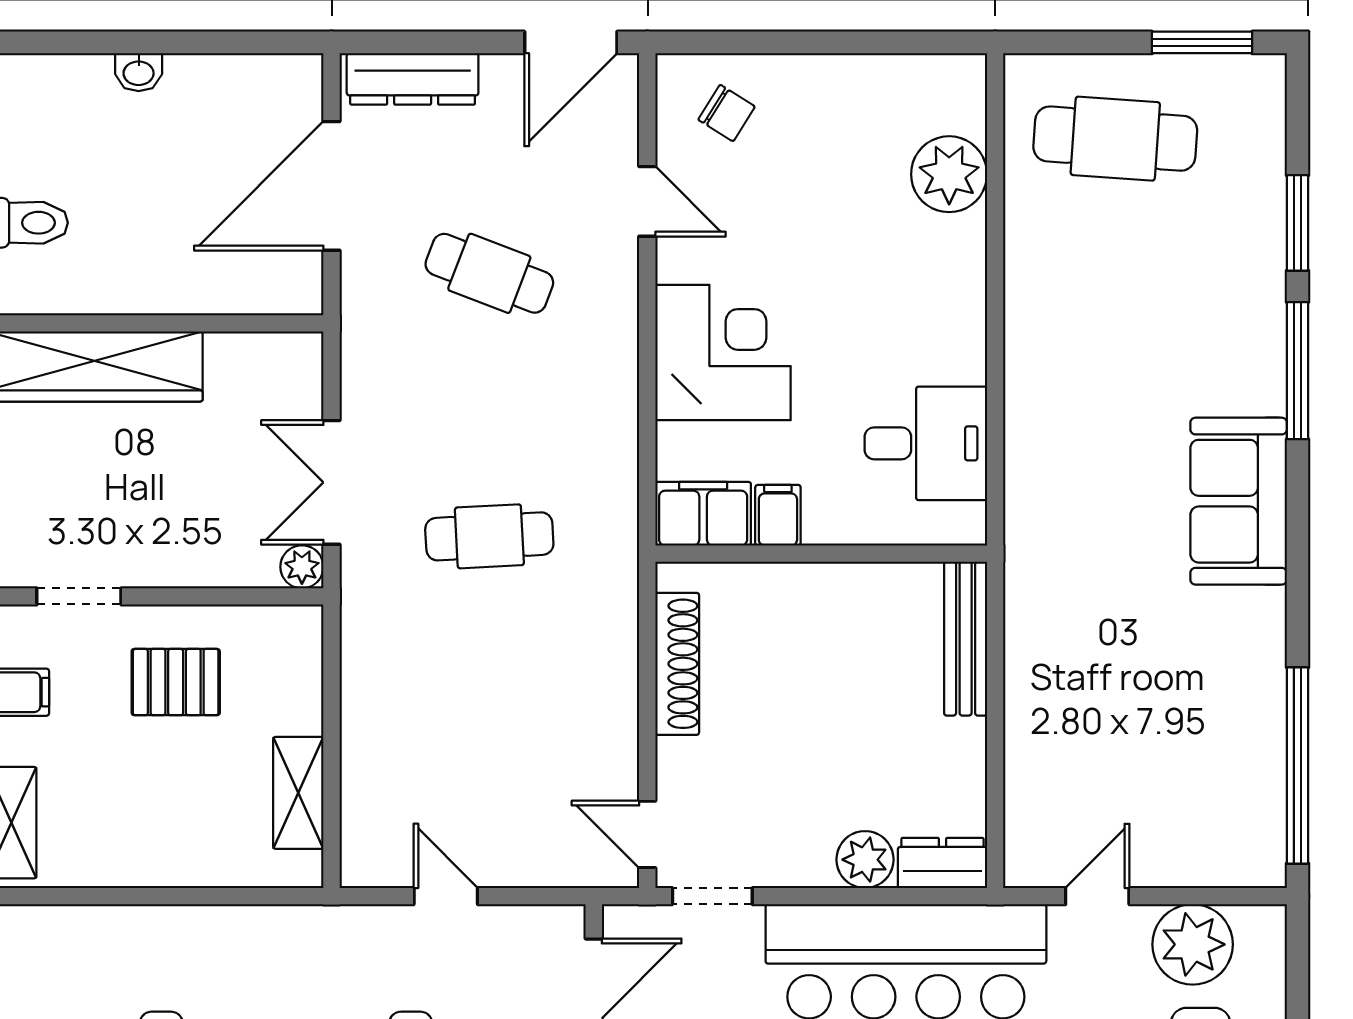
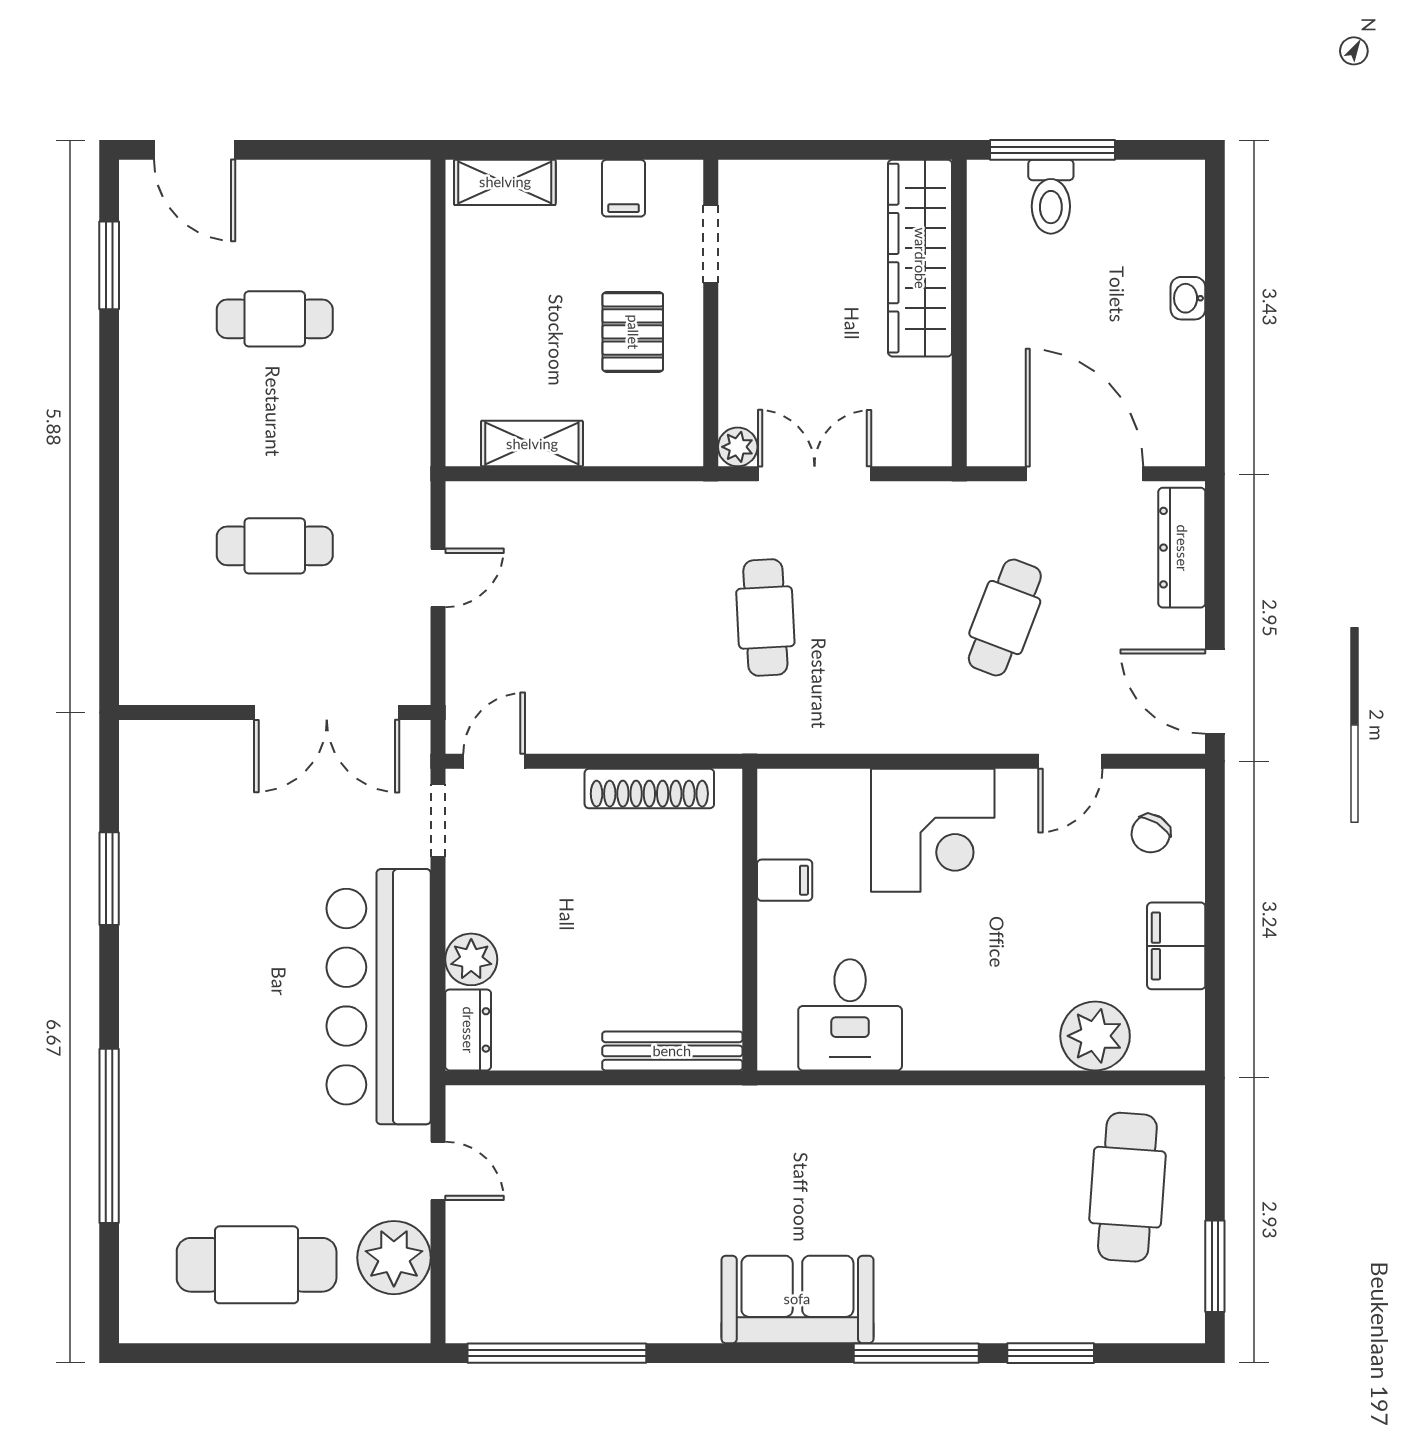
filing cabinet: (703, 514) -> (1176, 946), moved, turned 180

